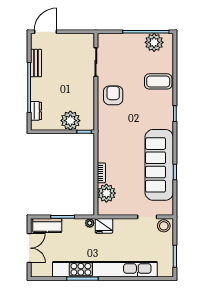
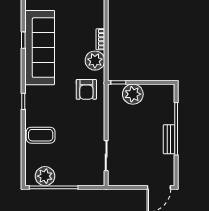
bench: (36, 63) -> (169, 139), moved
armchair: (113, 95) -> (86, 89), moved
dresser: (36, 111) -> (169, 104), removed
plant: (106, 193) -> (95, 61), moved

